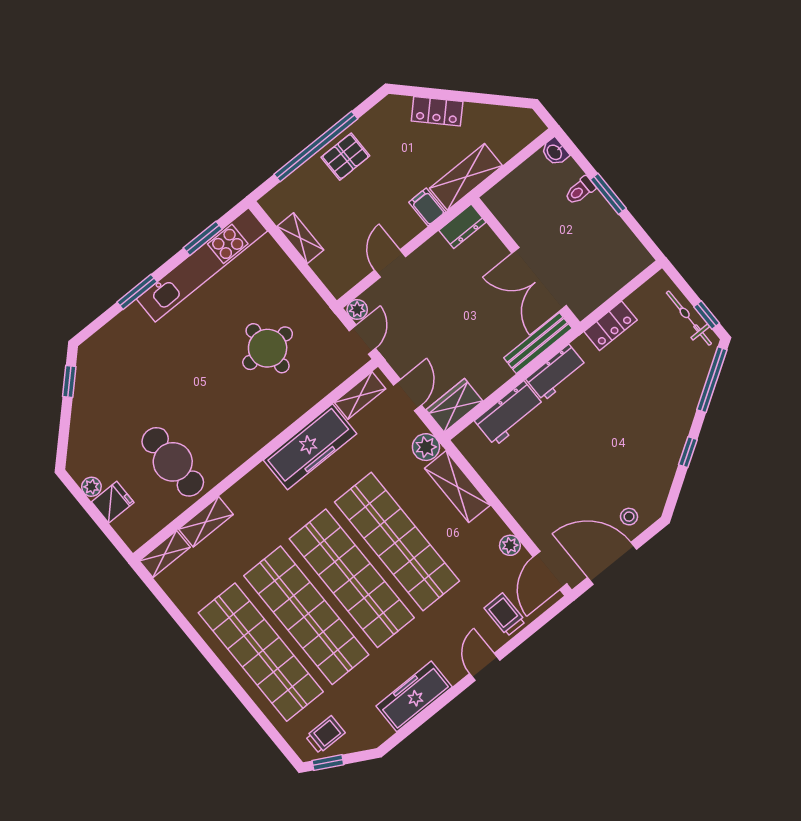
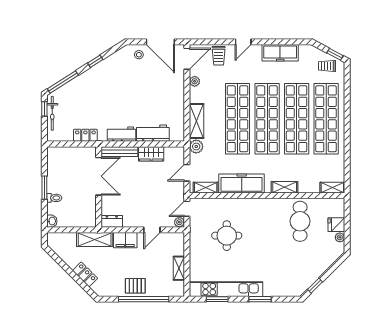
filing cabinet: (427, 207) -> (125, 240), width x2.00
wardrobe: (454, 405) -> (151, 154), moved
shelving: (206, 522) -> (285, 187), moved

